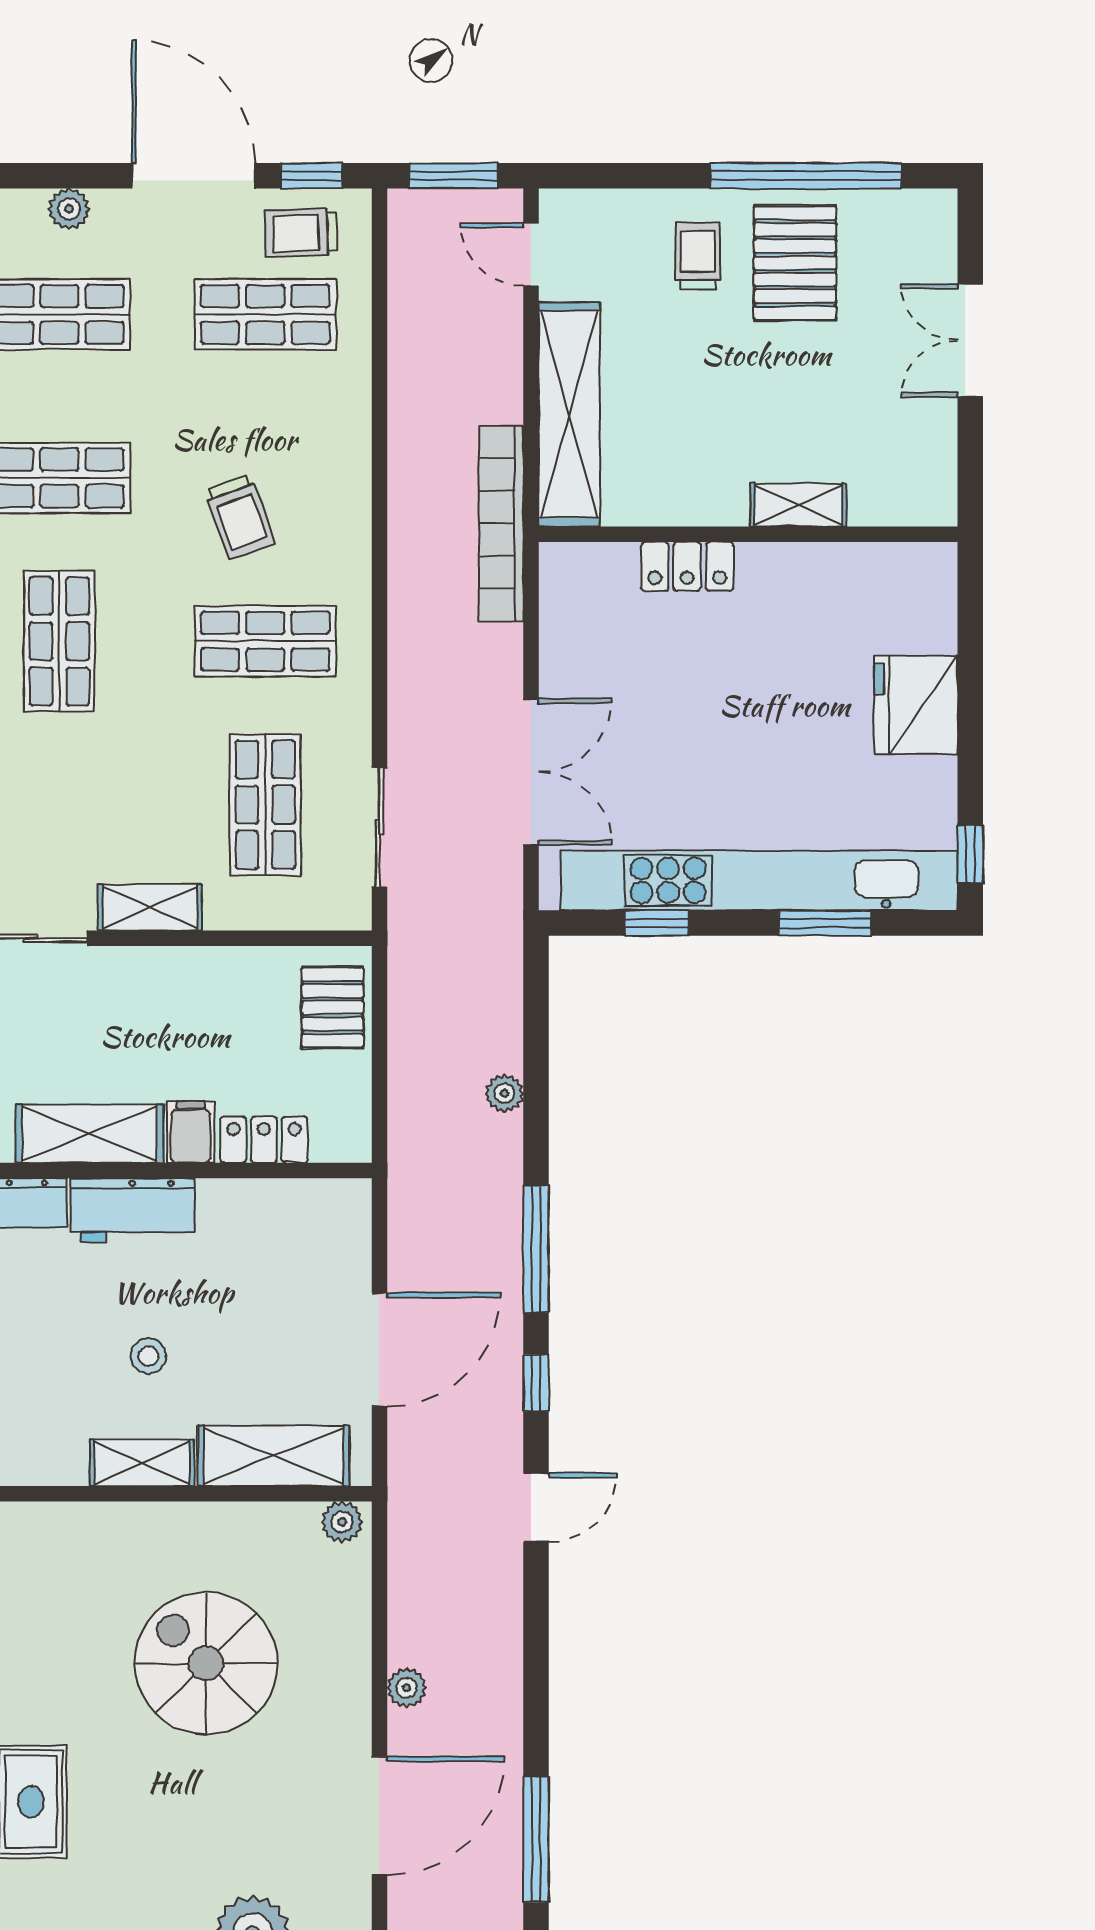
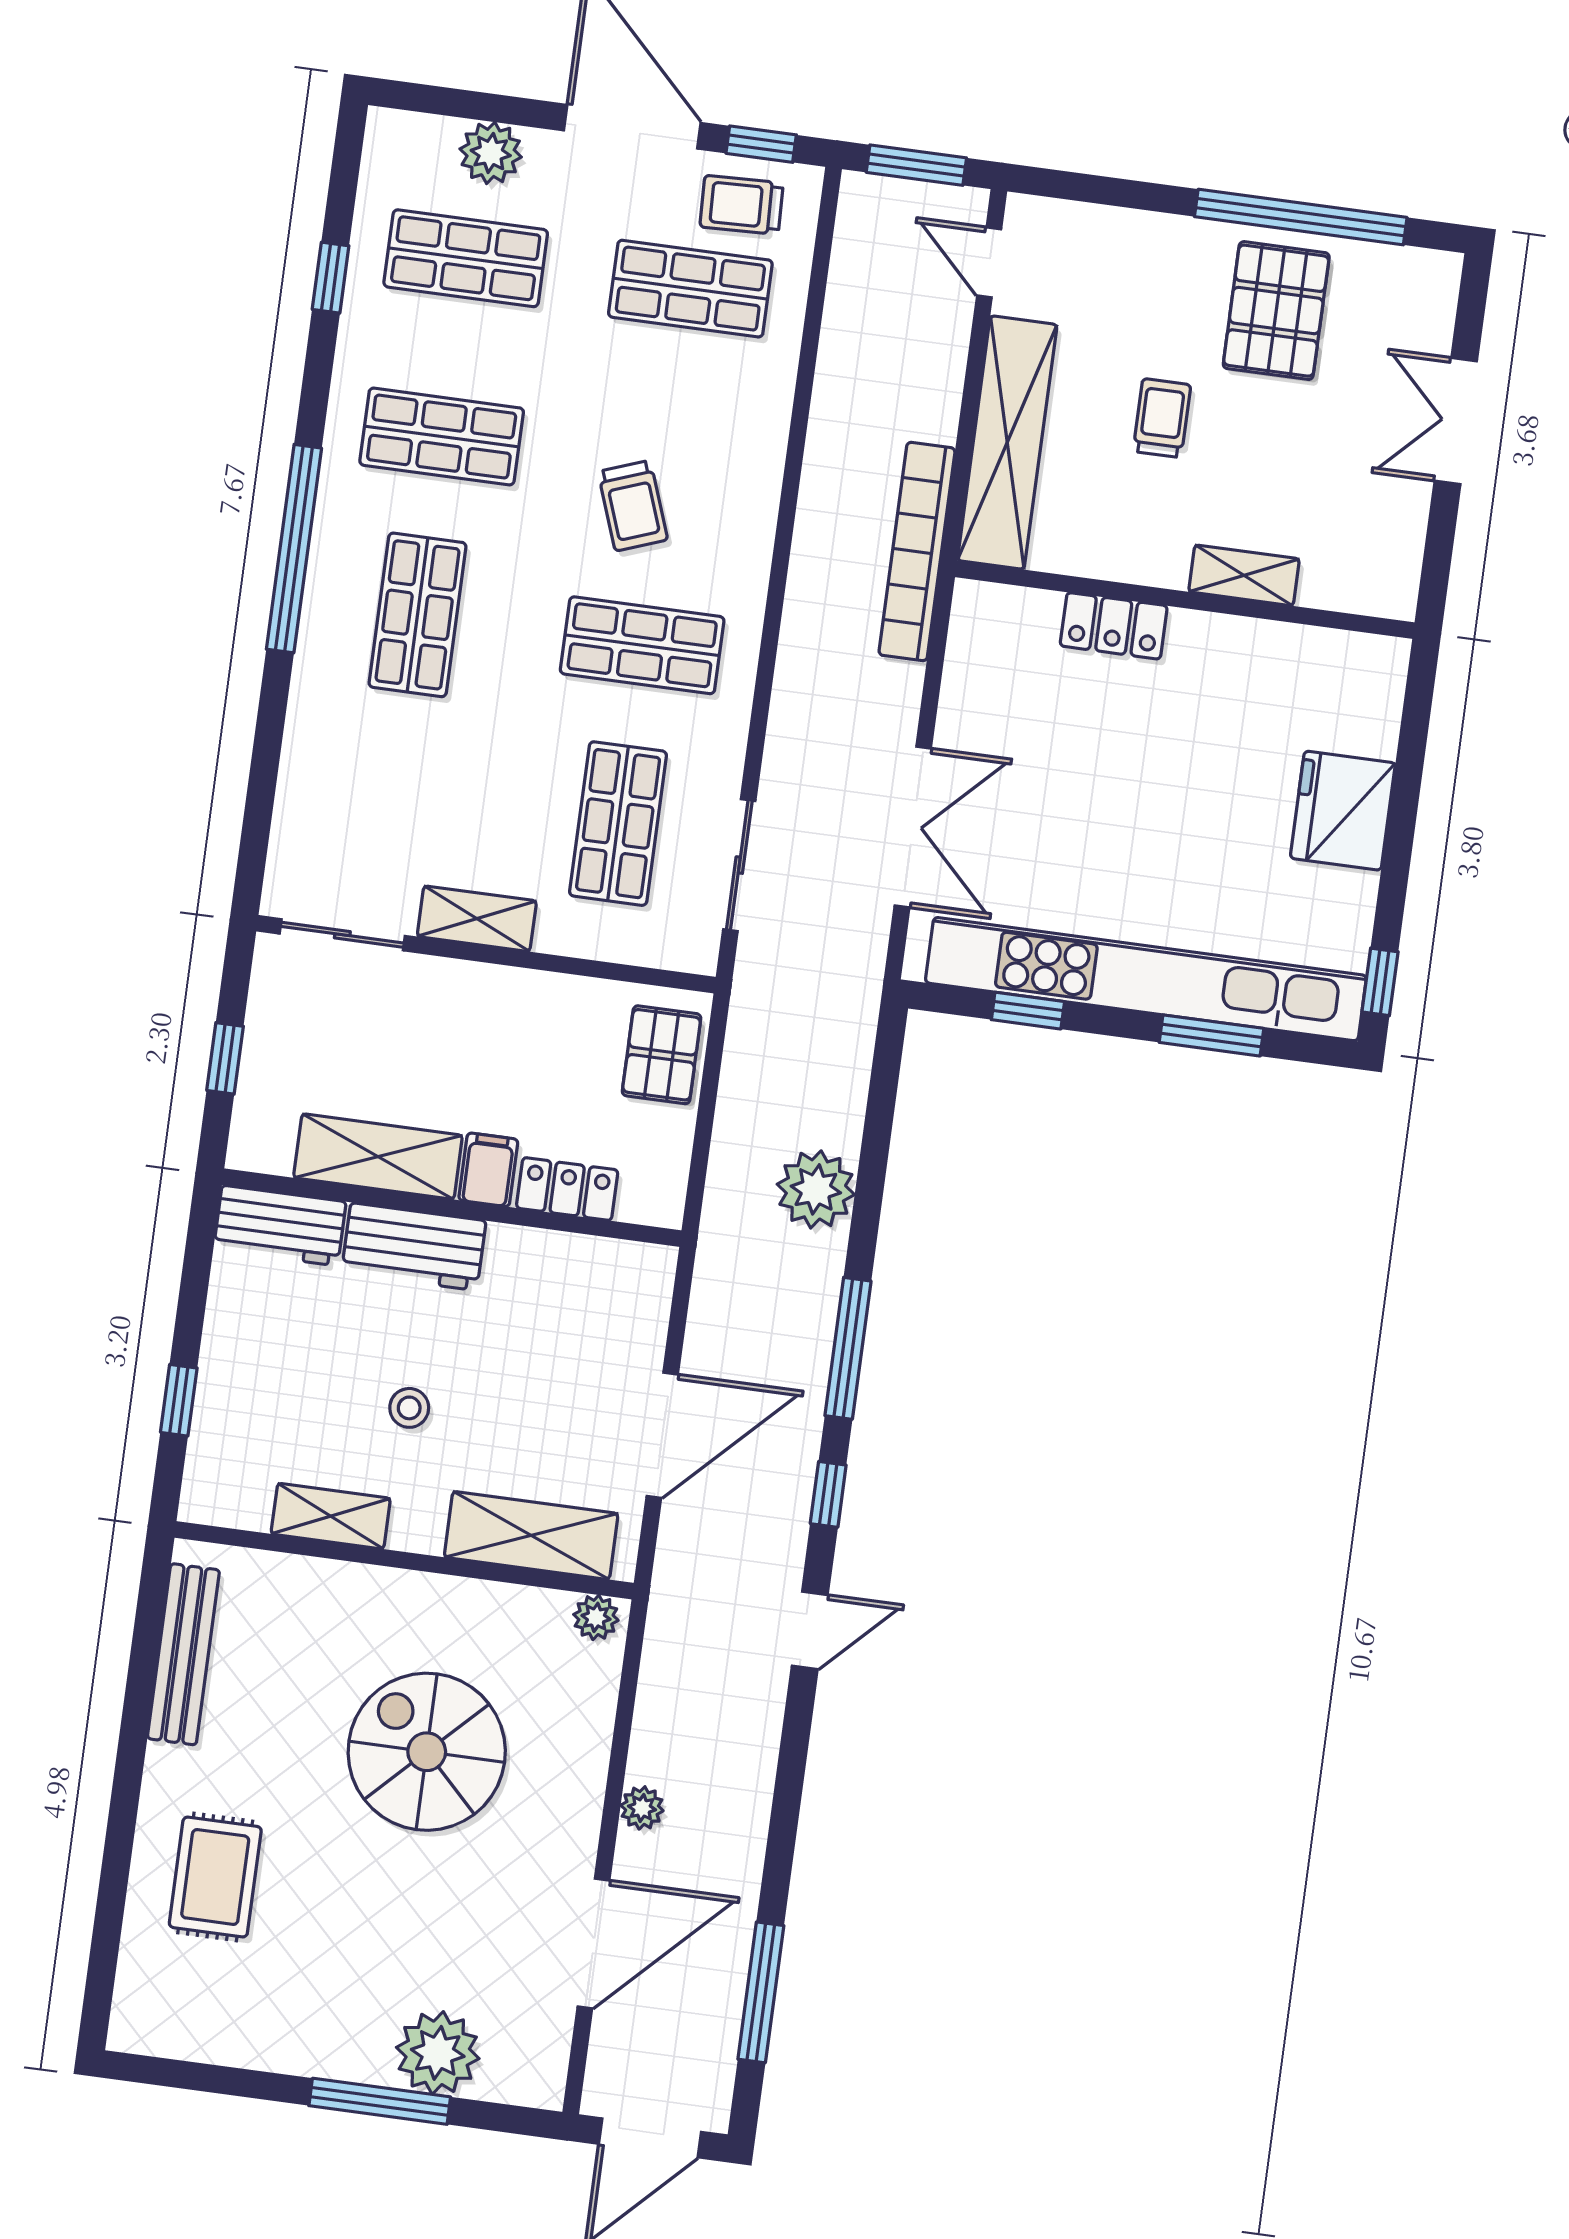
plant: (69, 209) -> (491, 153), width x1.38, depth x1.38
trolley: (698, 256) -> (1162, 418), moved
plant: (504, 1093) -> (816, 1189), width x1.87, depth x1.87
shelving: (142, 1463) -> (331, 1516), moved

